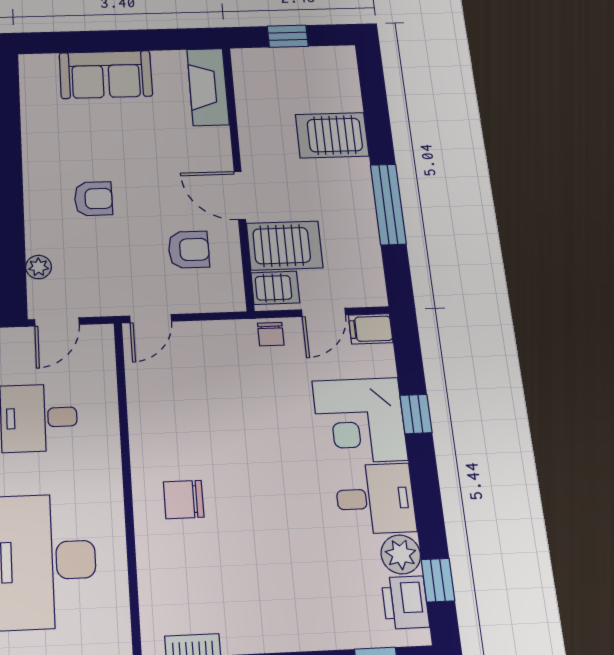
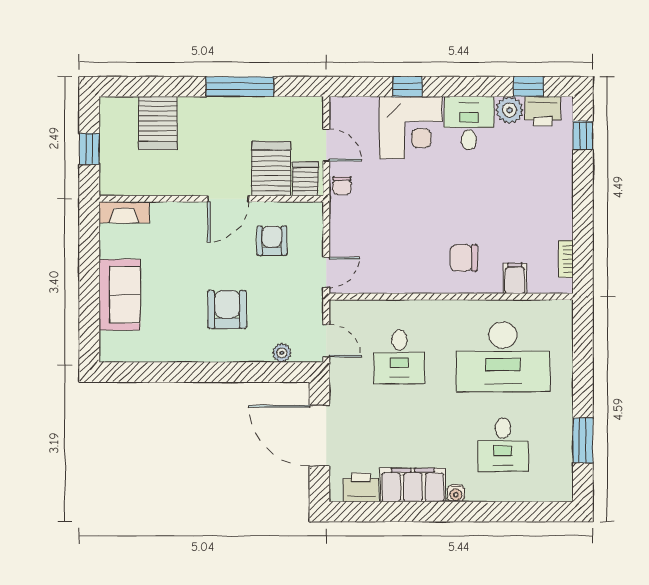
fireplace: (208, 87) -> (124, 212), width x0.73, depth x0.76
server rack: (332, 135) -> (158, 123), moved
armchair: (93, 199) -> (227, 310), width x1.38, depth x1.38
door: (151, 319) -> (326, 272), hinge flipped
filing cabinet: (371, 329) -> (515, 278), moved, turned 180
chair: (271, 334) -> (342, 186), turned 90
chair: (184, 499) -> (464, 258), turned 90

